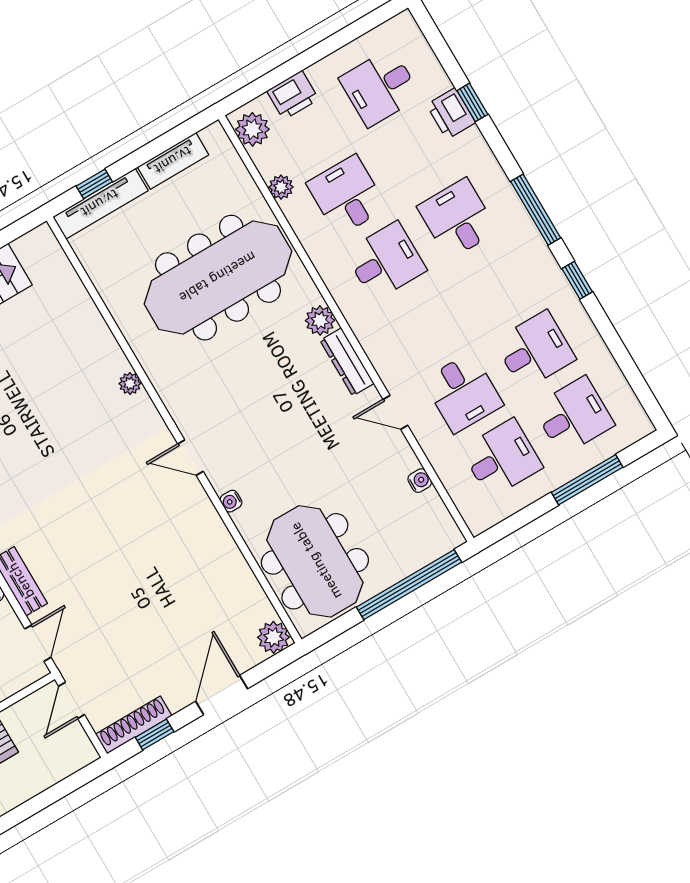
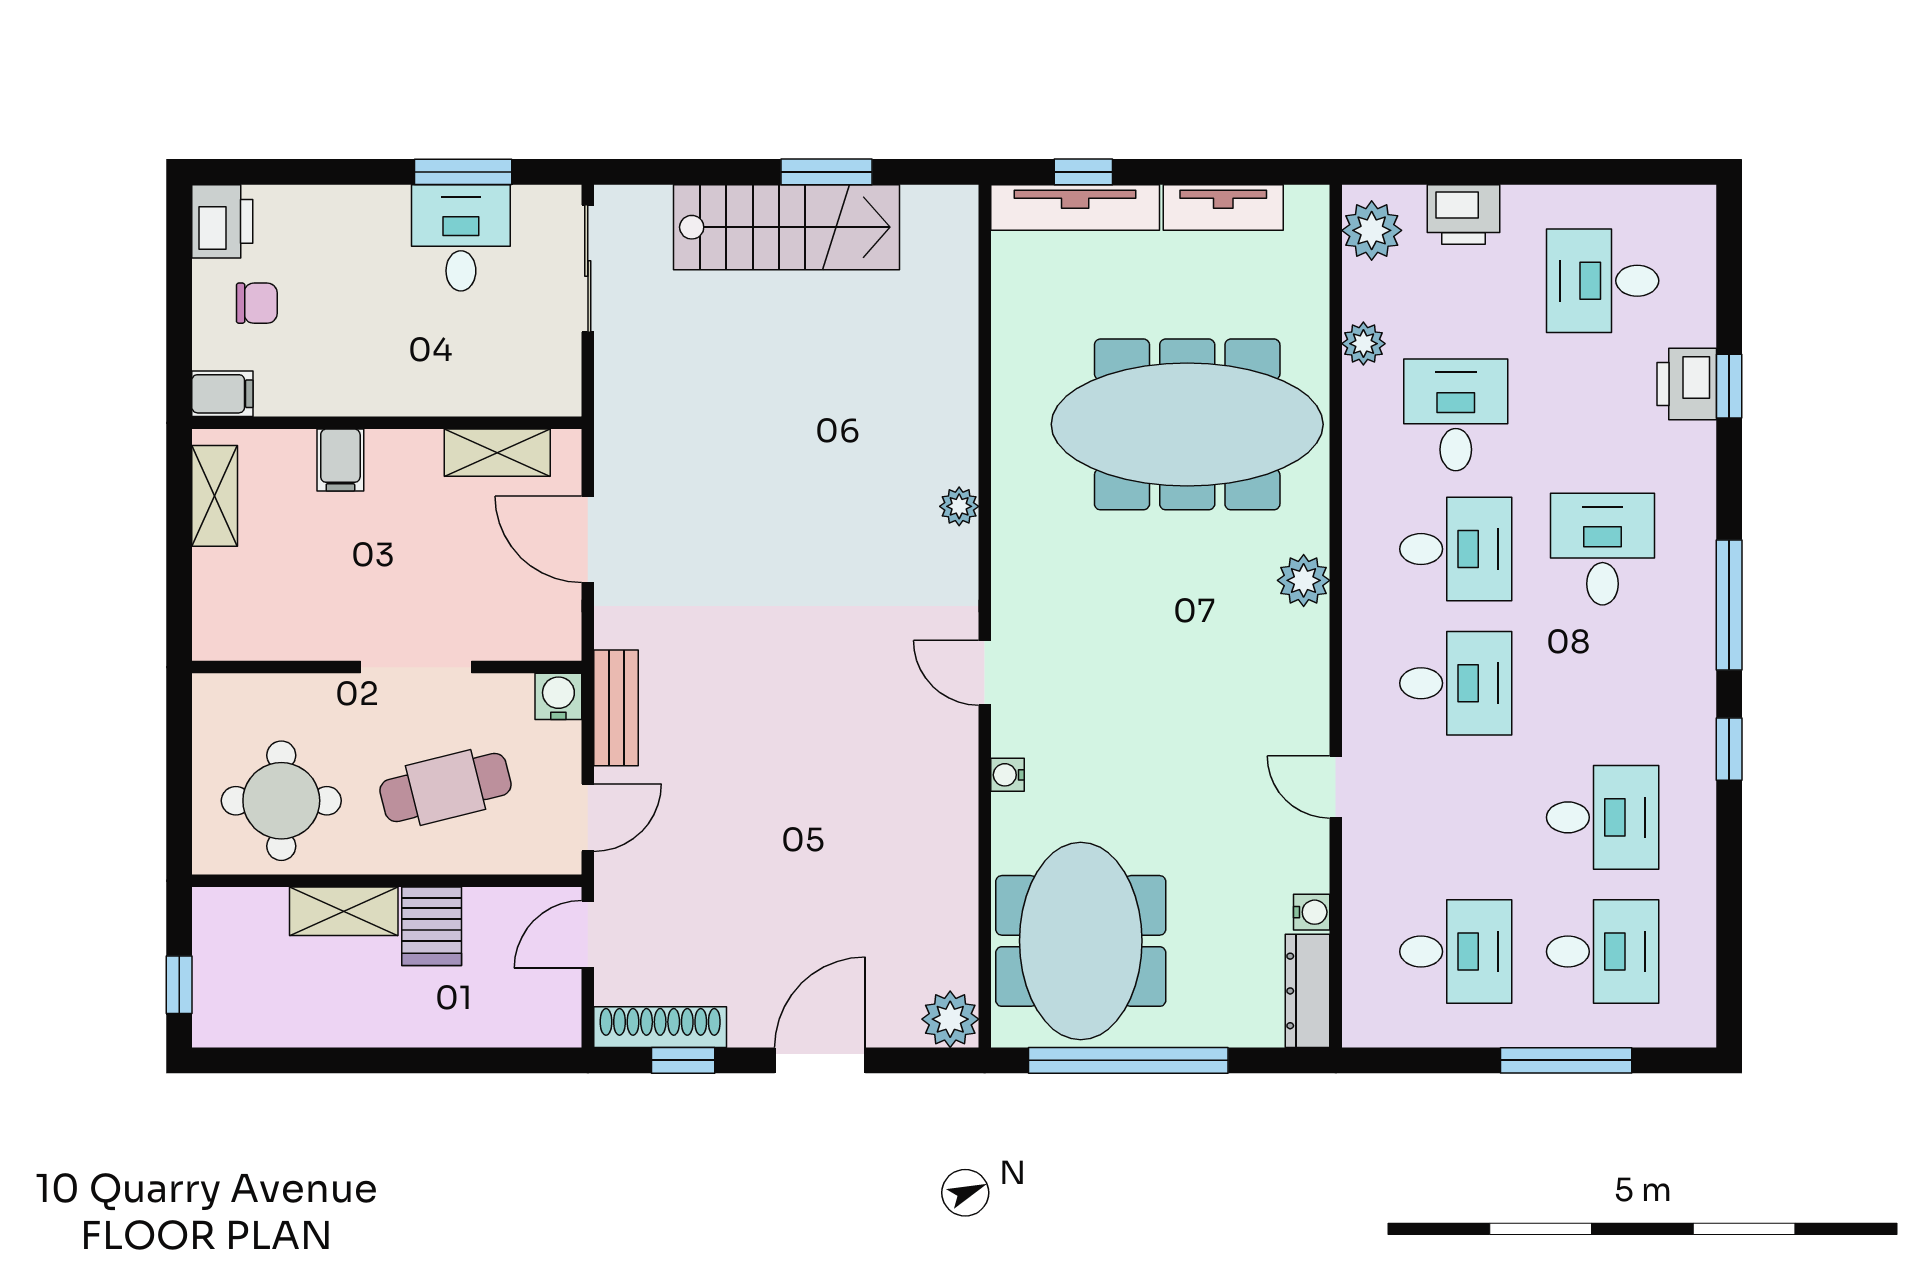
dresser: (347, 362) -> (1307, 991), moved
desk: (463, 393) -> (1456, 683), moved, turned -90
window: (409, 585) -> (1128, 1060), moved

